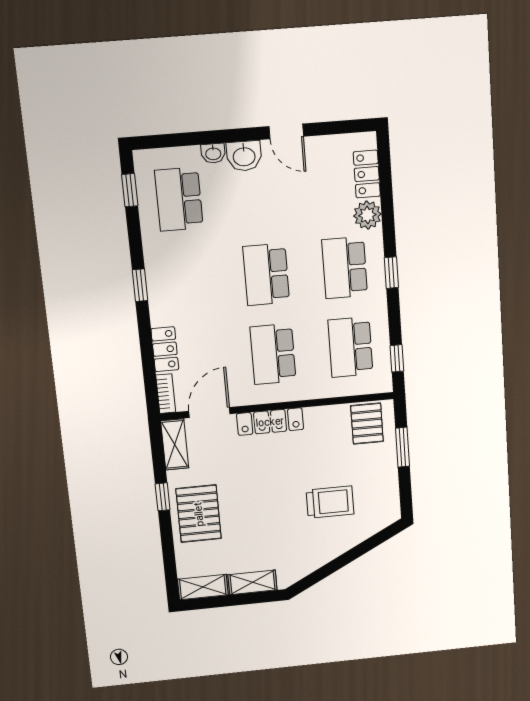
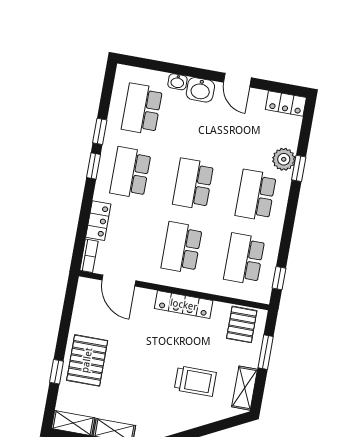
locker: (367, 174) -> (286, 104), moved, turned -90
window: (130, 190) -> (100, 131), moved
window: (391, 273) -> (299, 168), moved
school desk: (187, 281) -> (130, 173), added
door: (209, 413) -> (119, 280), swing flipped
locker: (270, 422) -> (184, 305), moved
shelving: (175, 444) -> (245, 388), moved
window: (163, 497) -> (56, 372), moved

